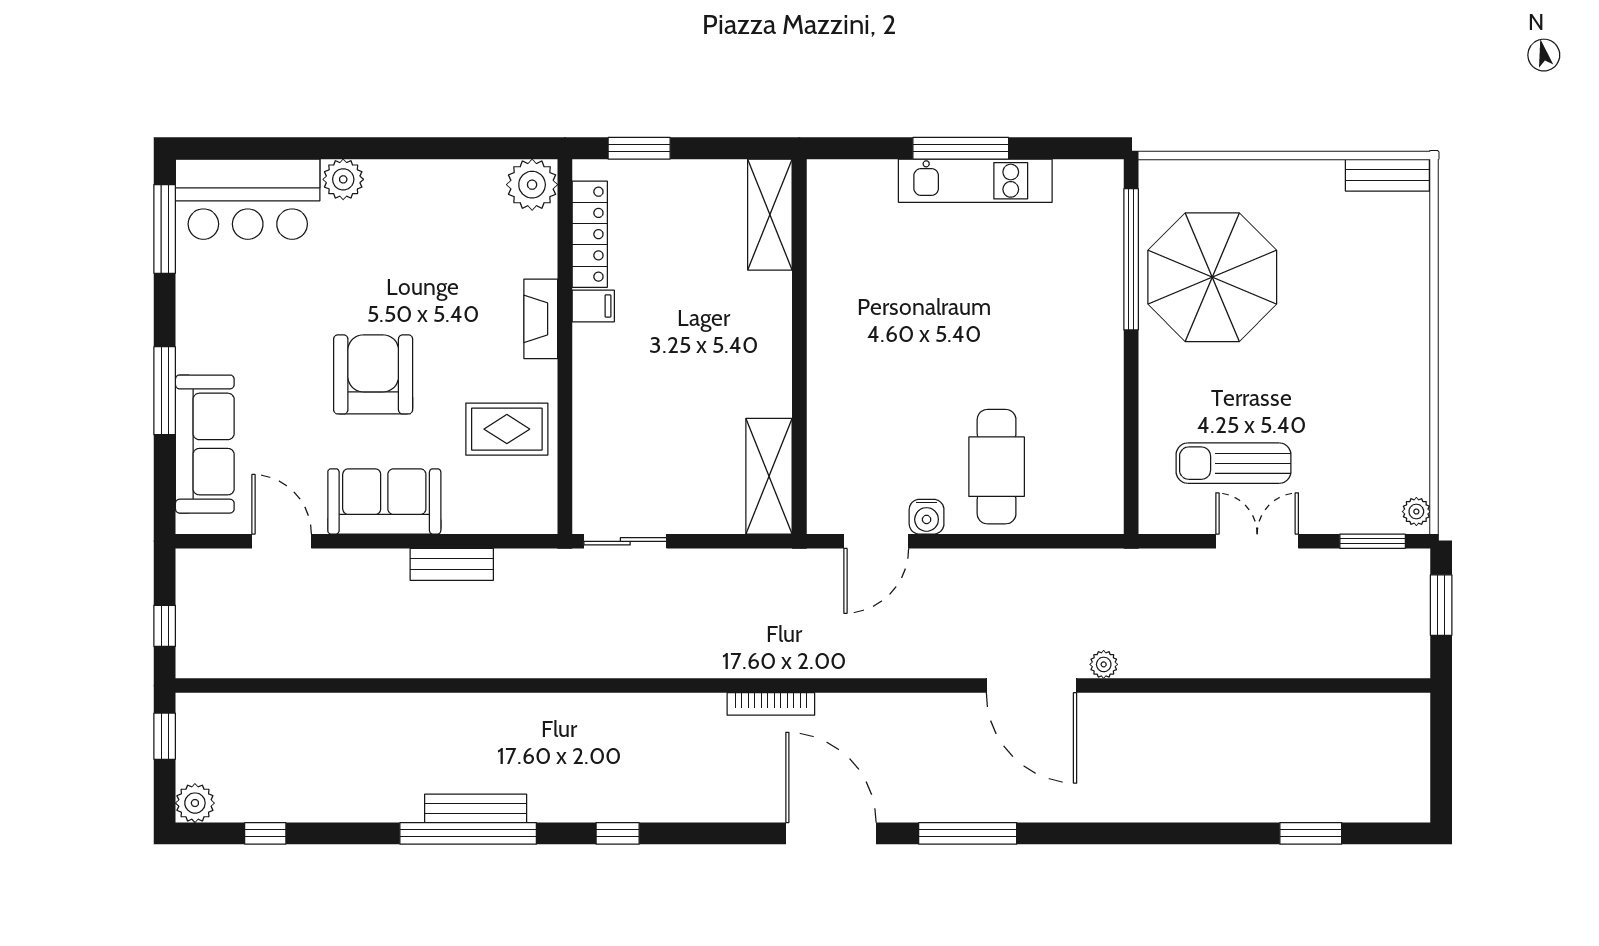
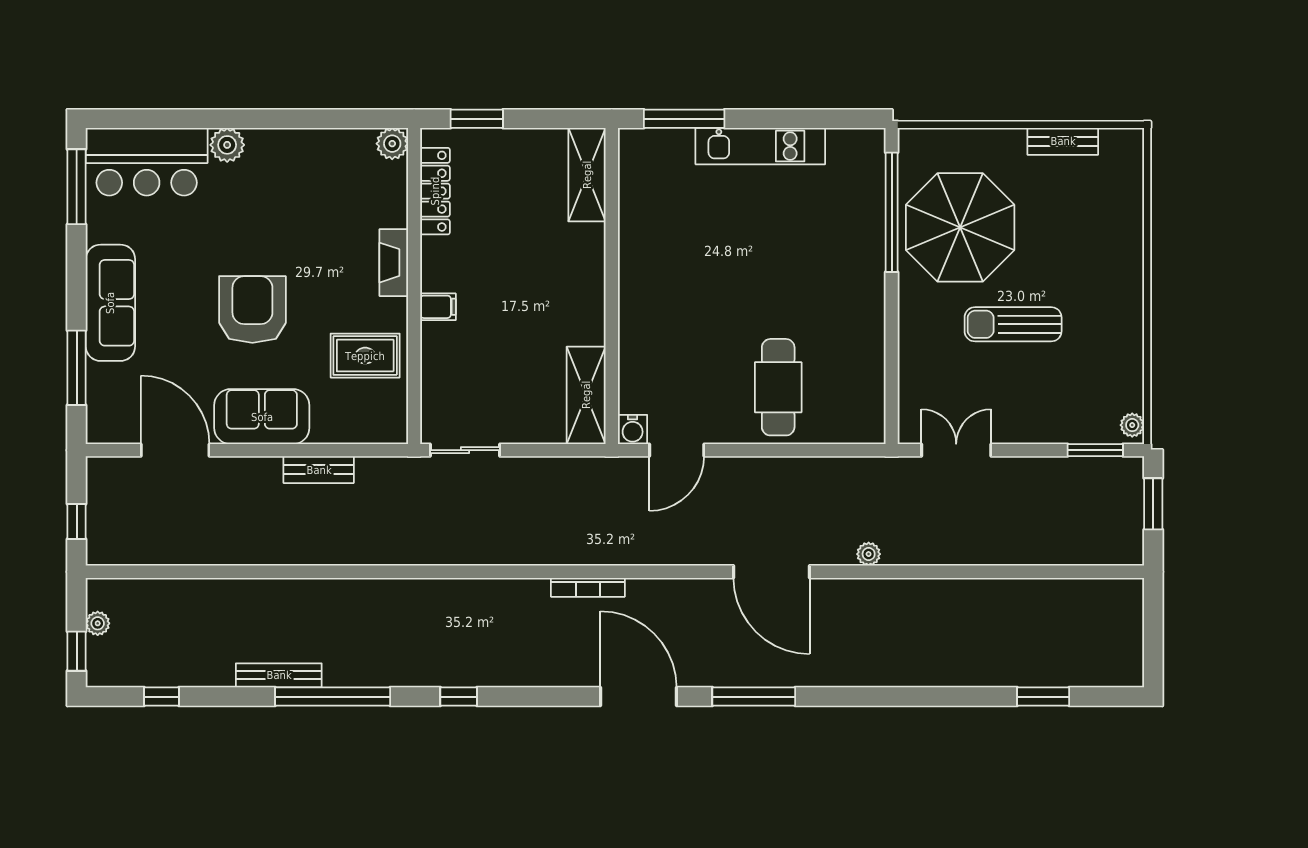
window: (961, 148) -> (684, 119), moved
bench: (1387, 175) -> (1063, 141), moved
plant: (532, 185) -> (392, 144), width x0.73, depth x0.73
filing cabinet: (593, 306) -> (438, 307), moved
window: (165, 391) -> (77, 368), moved
sofa: (205, 444) -> (110, 303), moved
sun lounger: (1234, 463) -> (1013, 324), moved
water cooler: (927, 517) -> (633, 429), moved
door: (282, 541) -> (175, 450), width x1.36
double door: (1257, 541) -> (956, 450), moved
door: (1031, 686) -> (772, 572), moved
window: (165, 736) -> (77, 651), moved
plant: (195, 803) -> (98, 623), moved, width x0.73, depth x0.73
bench: (476, 808) -> (279, 675), moved

